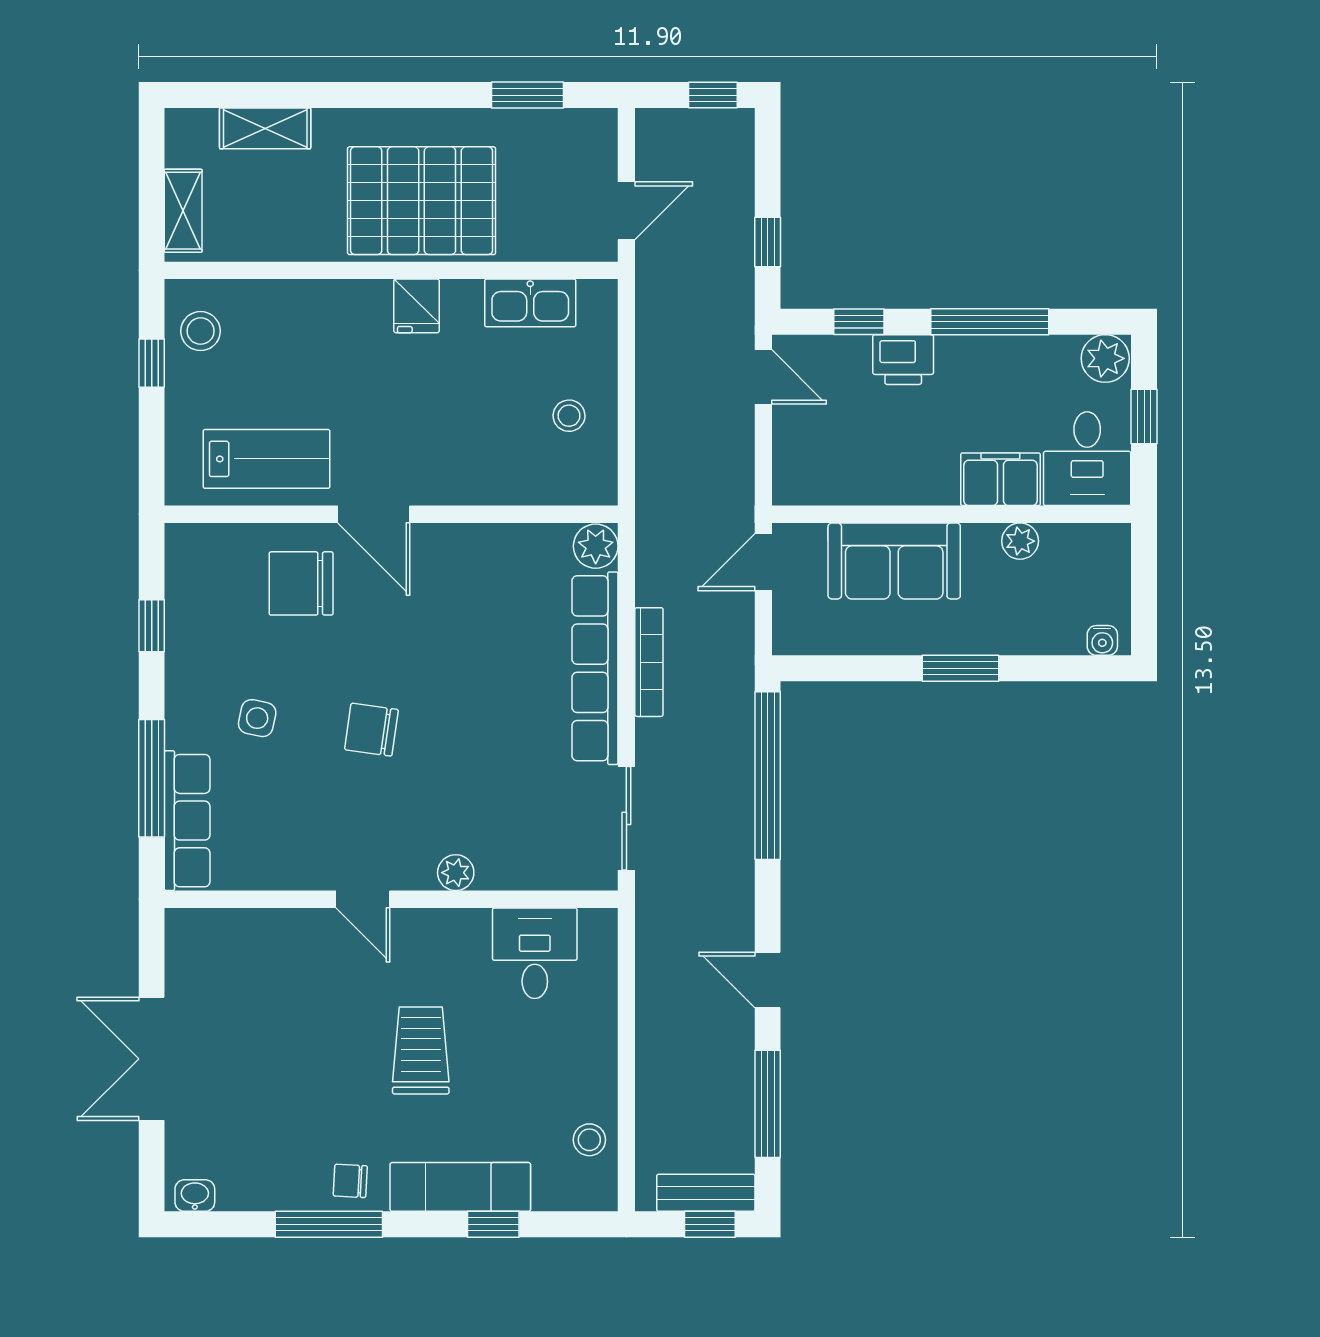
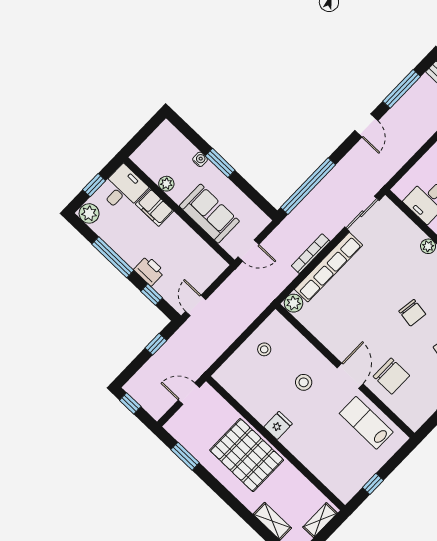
kitchen sink: (530, 303) -> (244, 394), removed
stool: (201, 331) -> (304, 382), moved
water cooler: (1102, 640) -> (200, 159), moved

